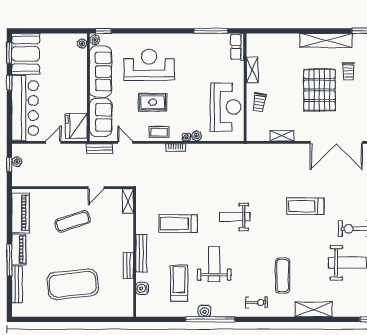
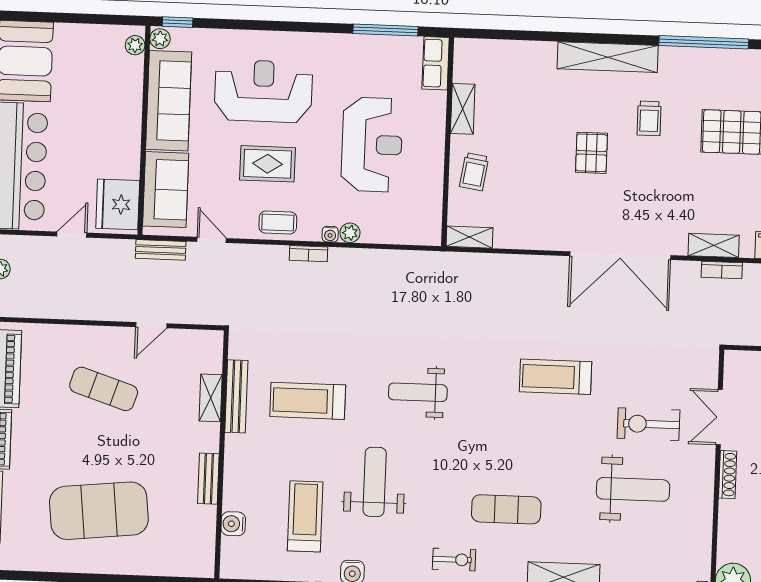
pallet: (319, 90) -> (592, 153), width x0.49, depth x0.50
reception desk: (226, 107) -> (372, 145), moved
shelving: (282, 136) -> (469, 237), moved
shelving: (128, 201) -> (211, 398), moved
exercise mat: (73, 221) -> (104, 389), turned 36
bench: (141, 254) -> (236, 396), moved
exercise mat: (283, 276) -> (506, 509), turned 90

